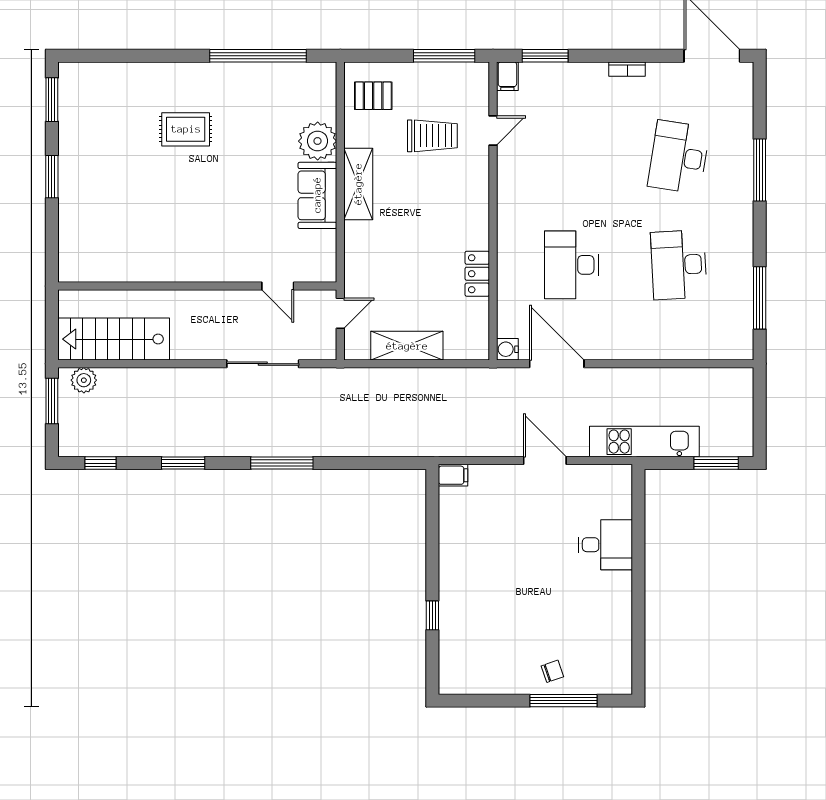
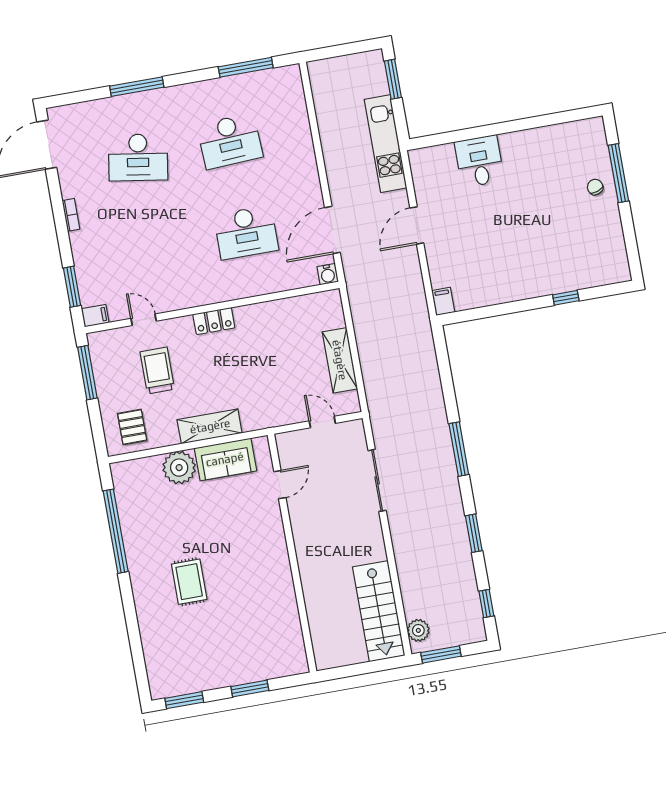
locker: (477, 274) -> (214, 321), moved
wall: (197, 286) -> (292, 553), moved
door: (278, 286) -> (280, 485), moved

